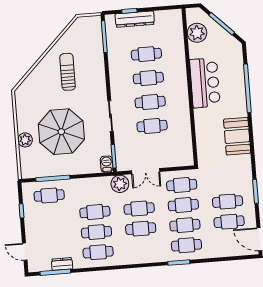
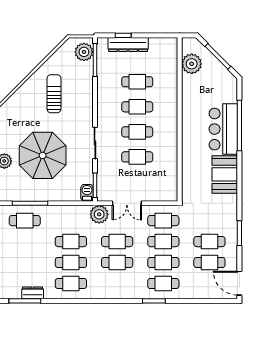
plant: (93, 30) -> (84, 52), added
bar counter: (205, 83) -> (223, 129), moved, turned 180

